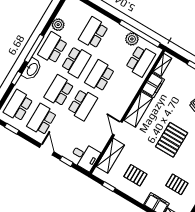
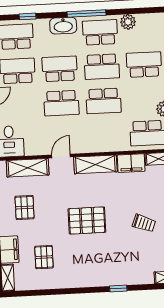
school desk: (100, 76) -> (104, 101), turned 180
window: (16, 78) -> (28, 16), moved

